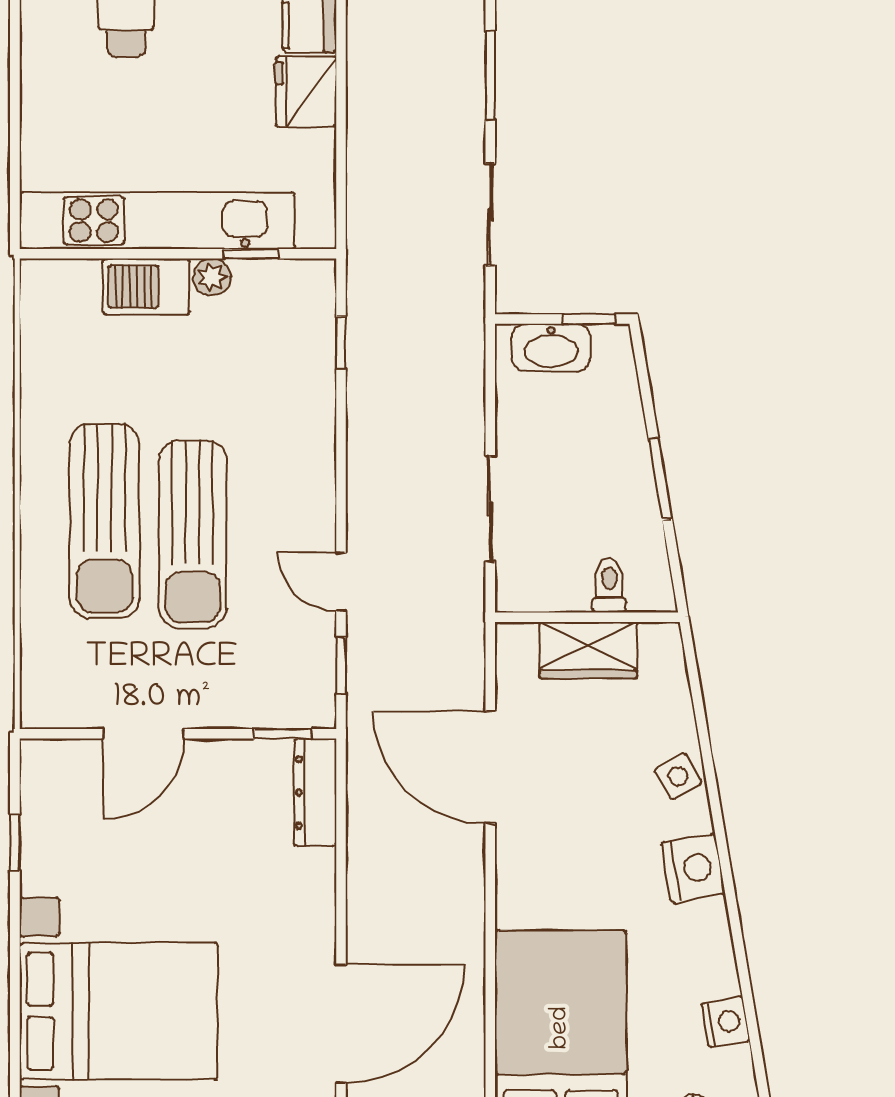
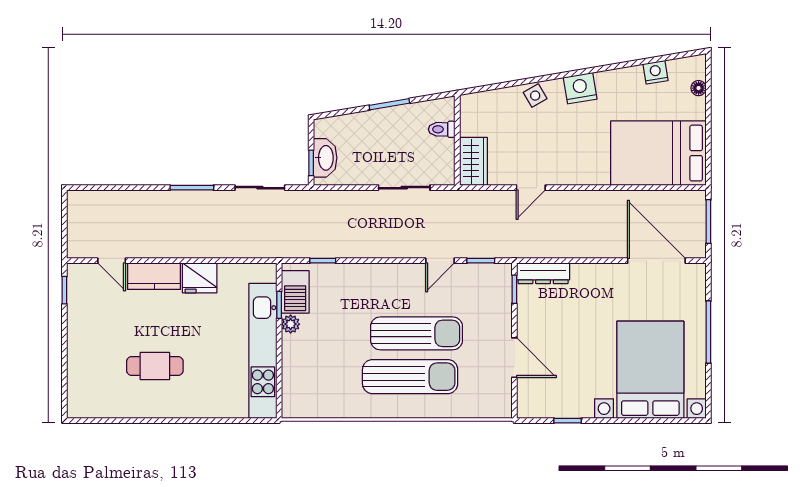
barbecue: (146, 287) -> (295, 292), moved
window: (589, 319) -> (311, 163), moved
wardrobe: (588, 650) -> (473, 161), moved
door: (490, 767) -> (531, 188), width x0.53

